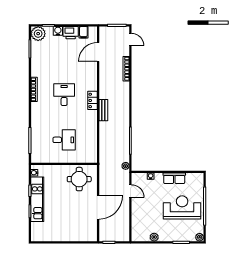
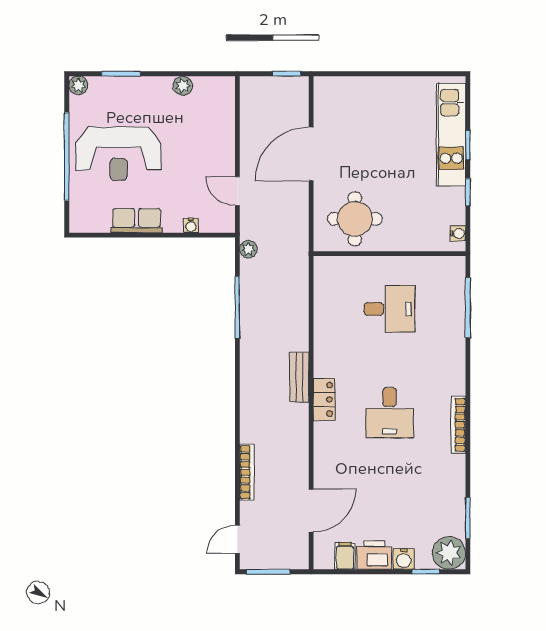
door: (130, 39) -> (237, 539), hinge flipped
desk: (64, 140) -> (389, 309), turned 180
kitchen unit: (37, 199) -> (451, 135), moved

